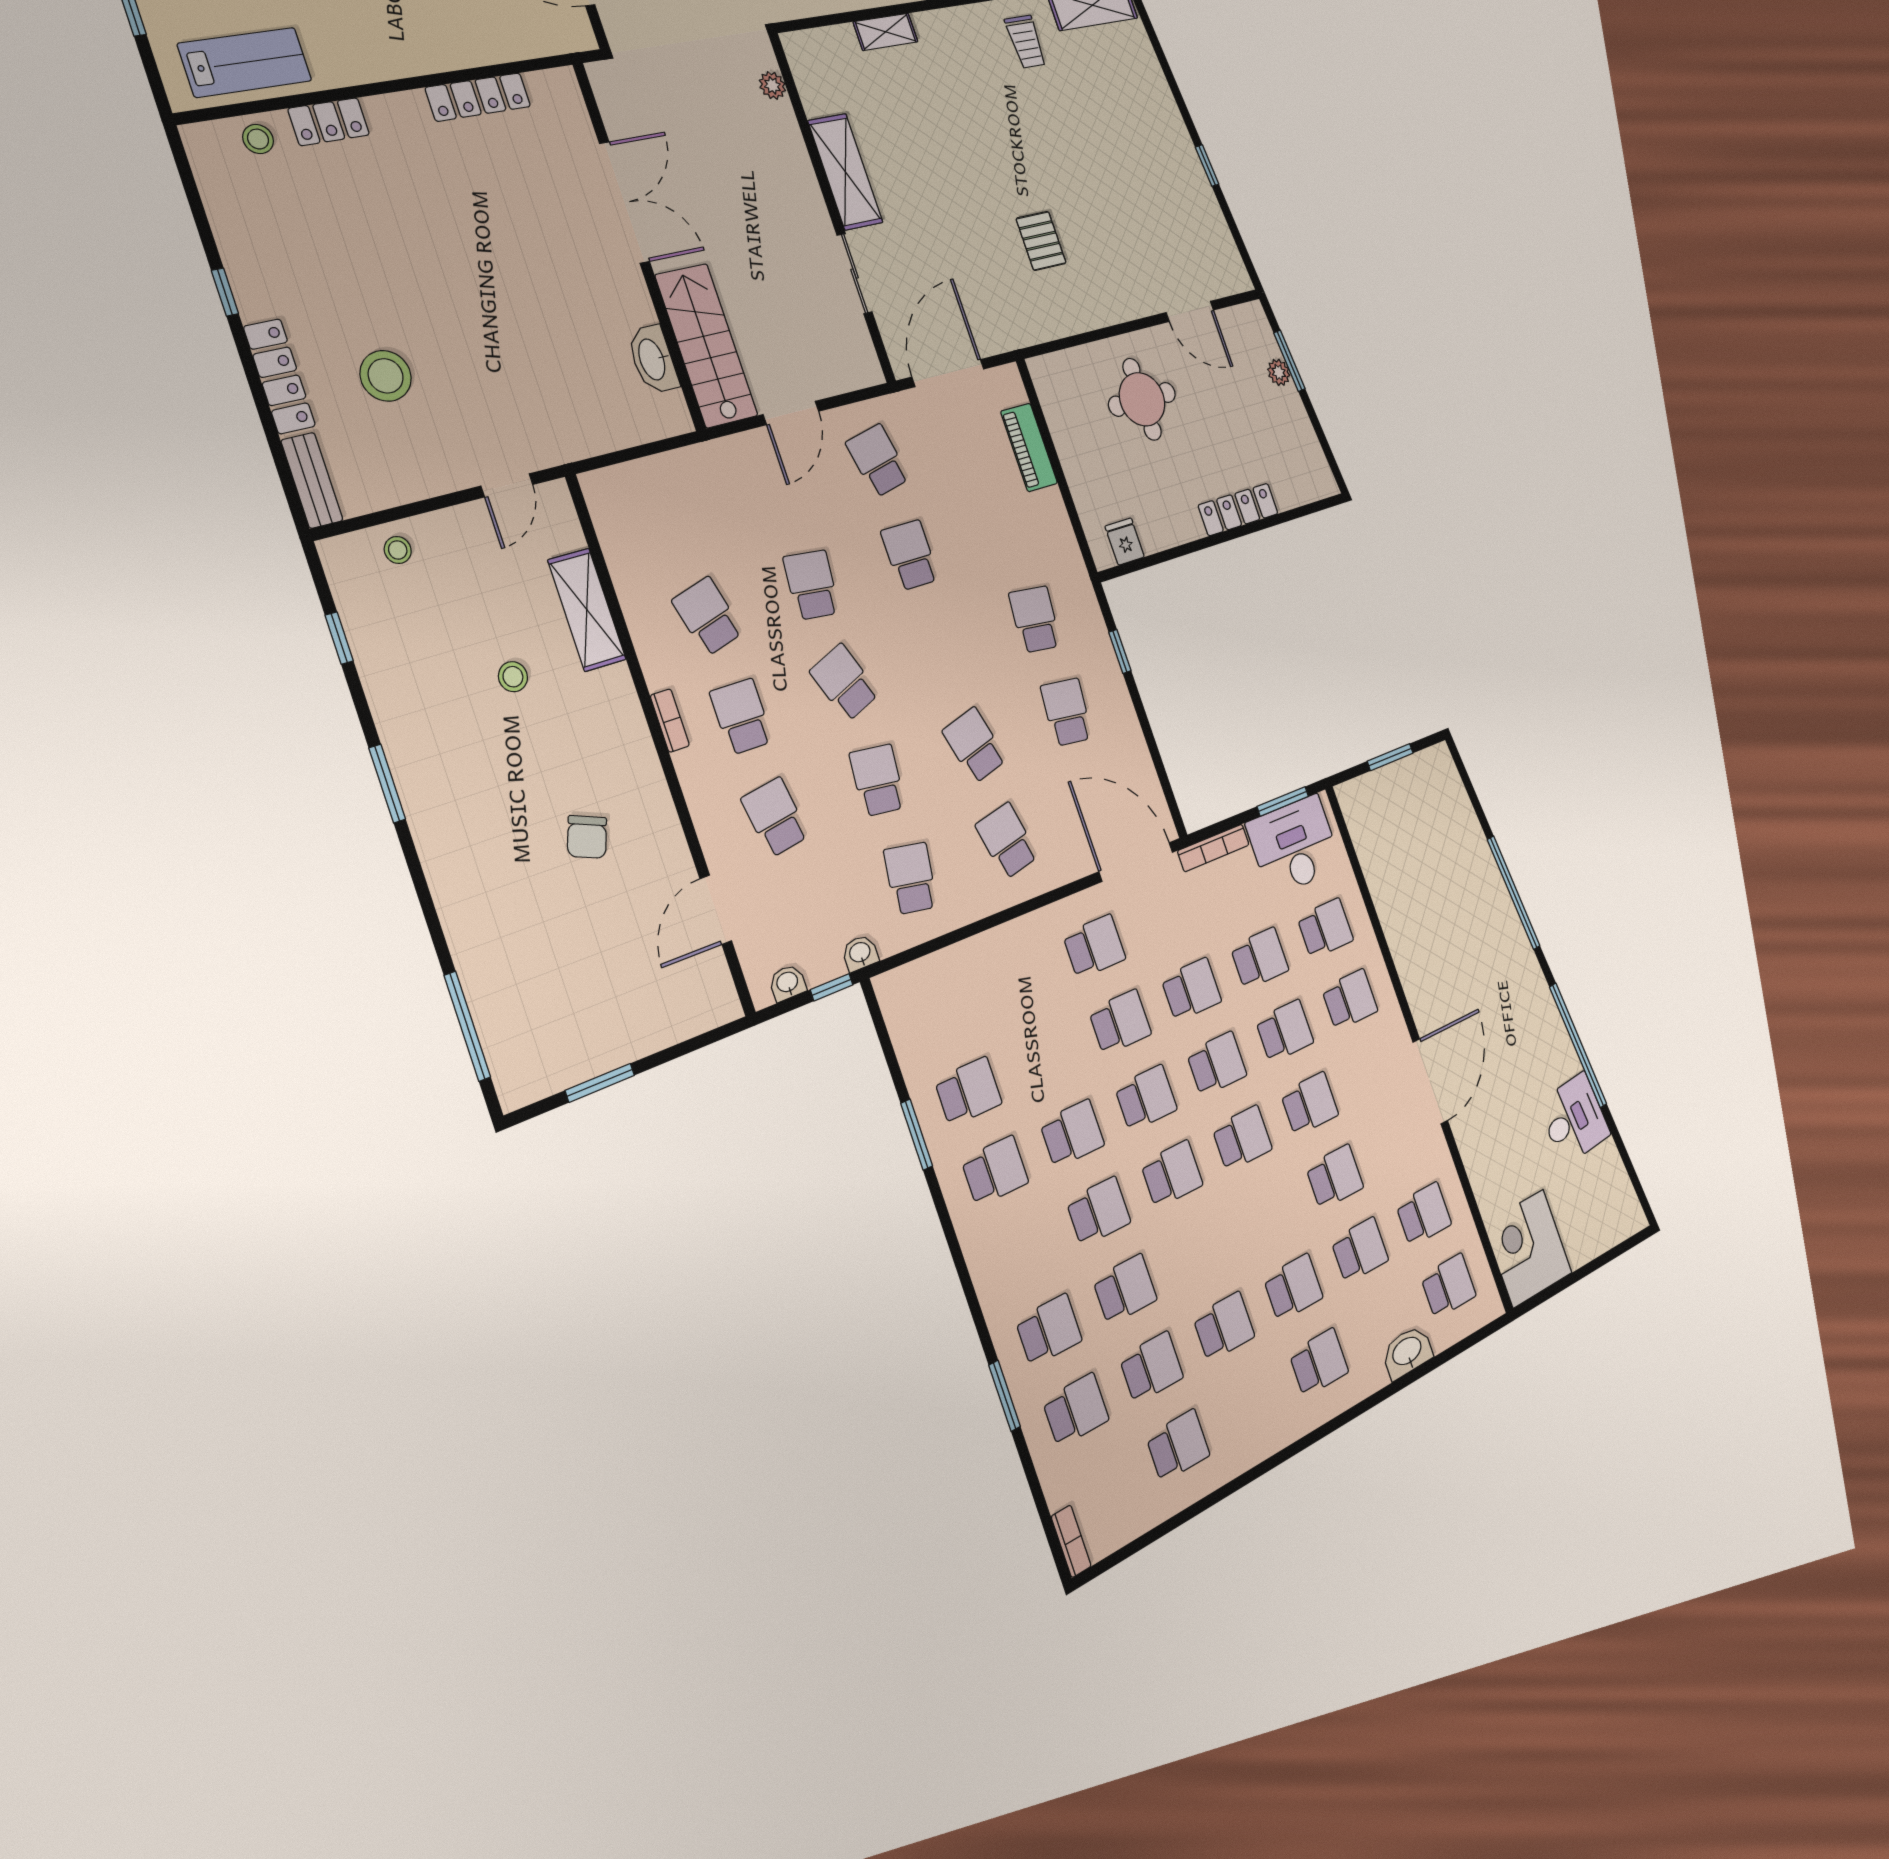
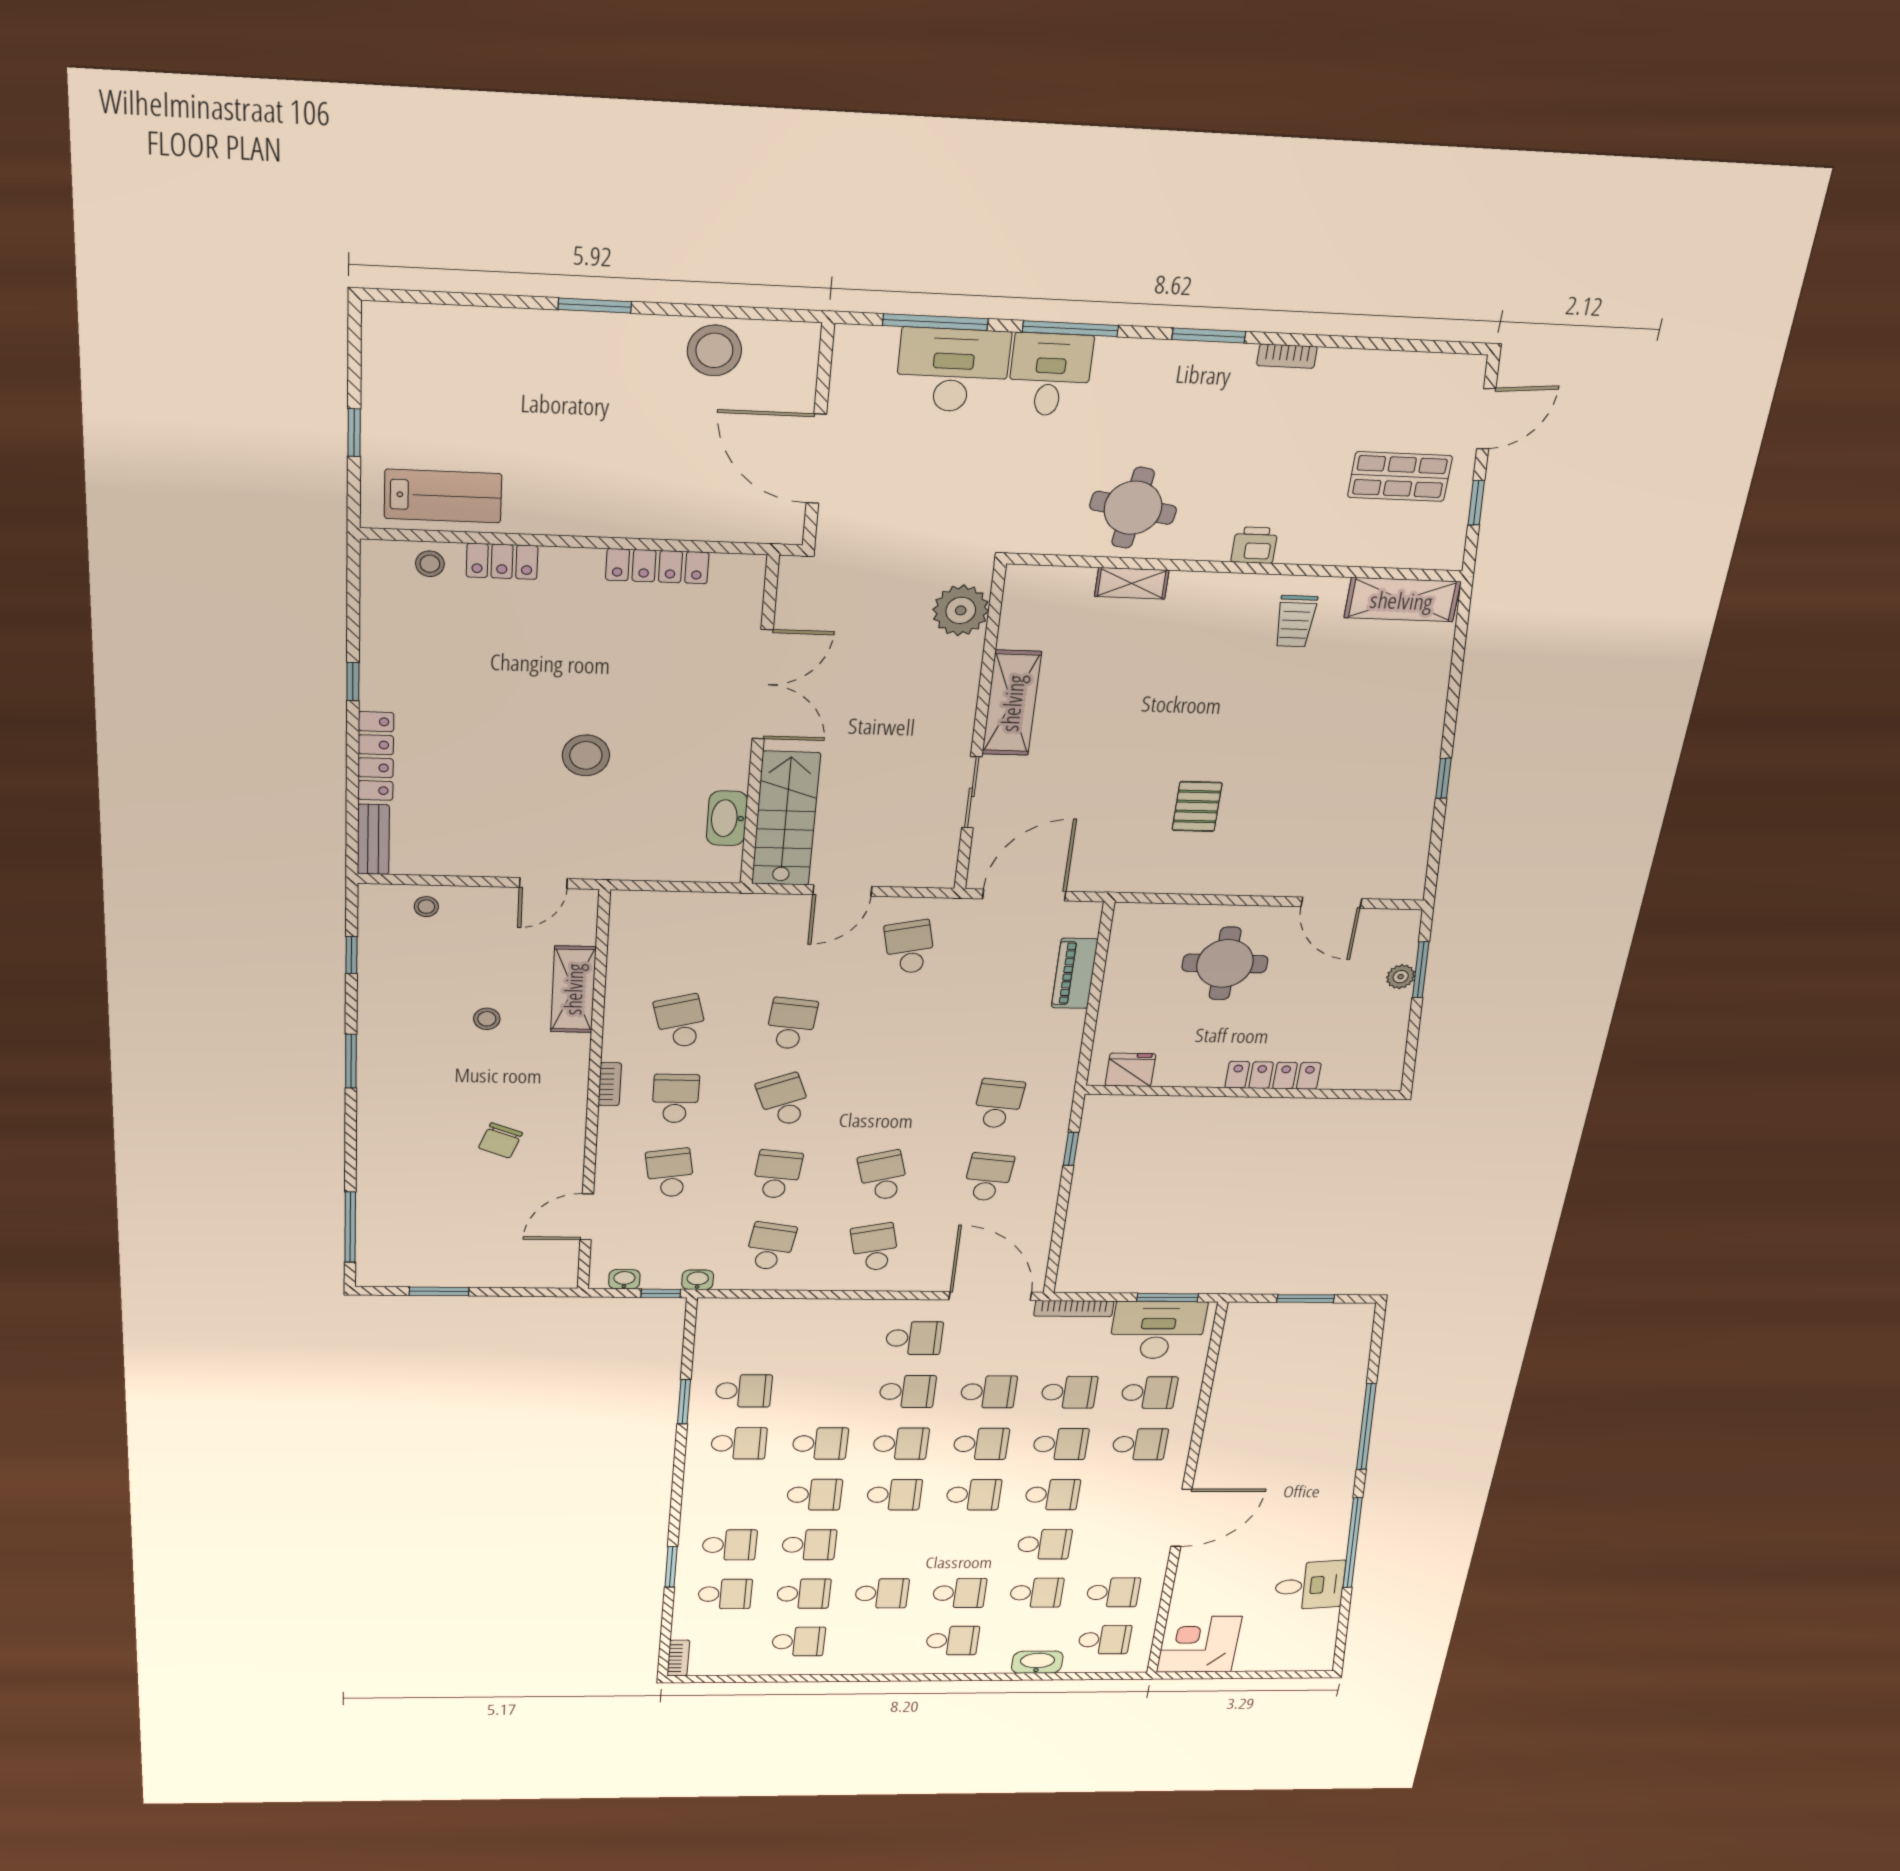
plant: (772, 85) -> (961, 610), width x1.87, depth x1.87
stool: (386, 376) -> (586, 755), moved
fridge: (1125, 542) -> (1130, 1070), width x1.38
school desk: (910, 555) -> (900, 1026), removed

